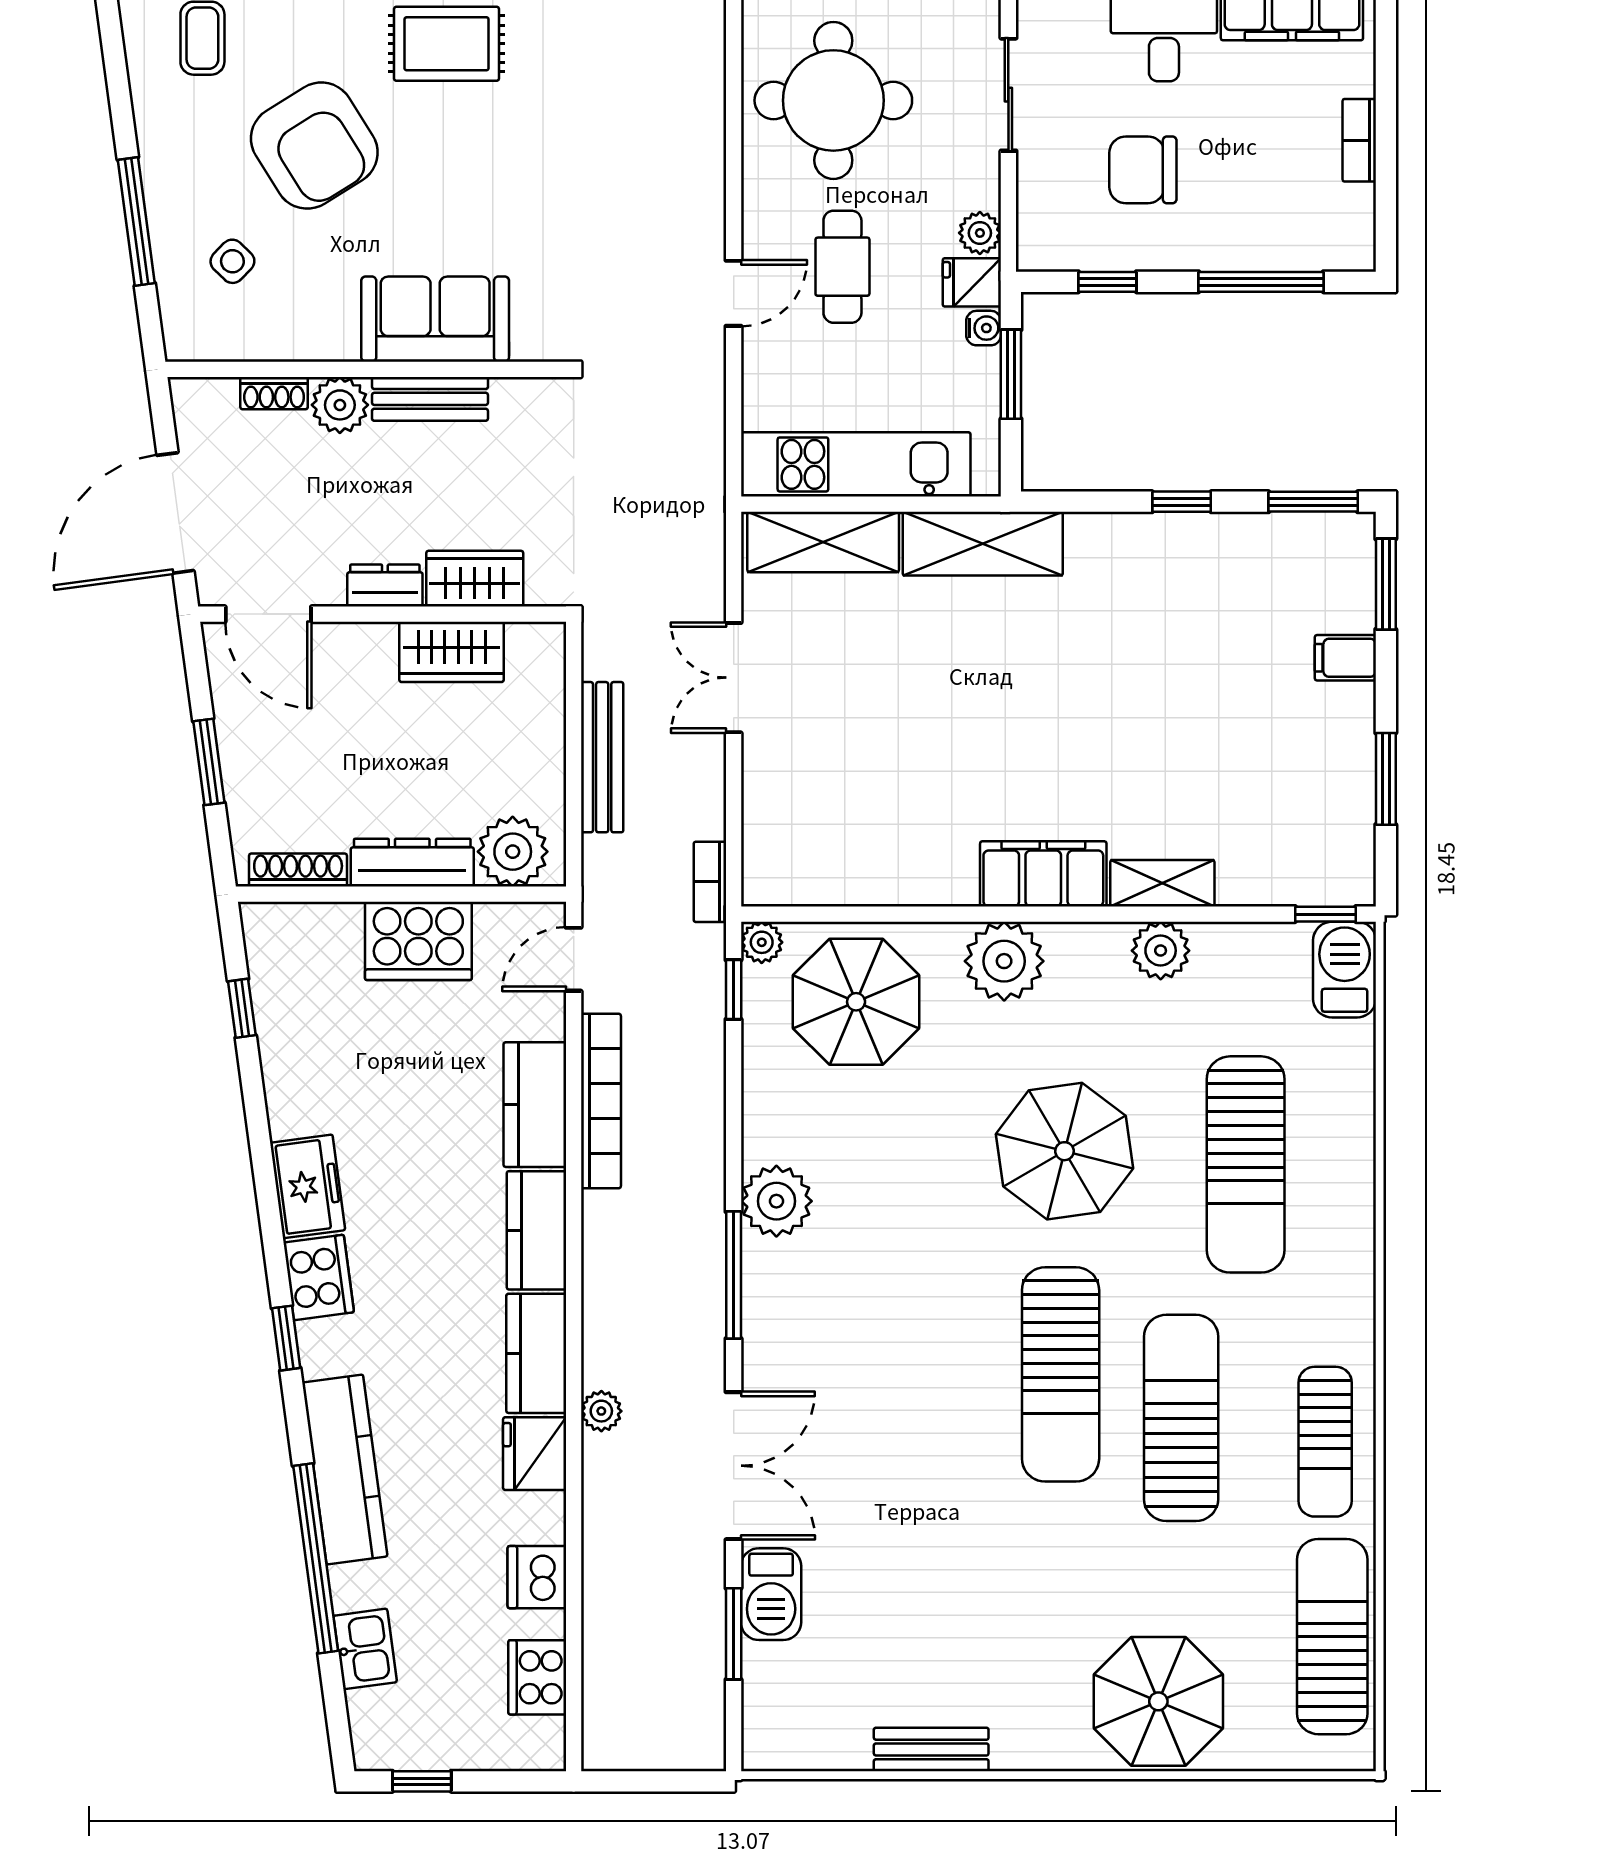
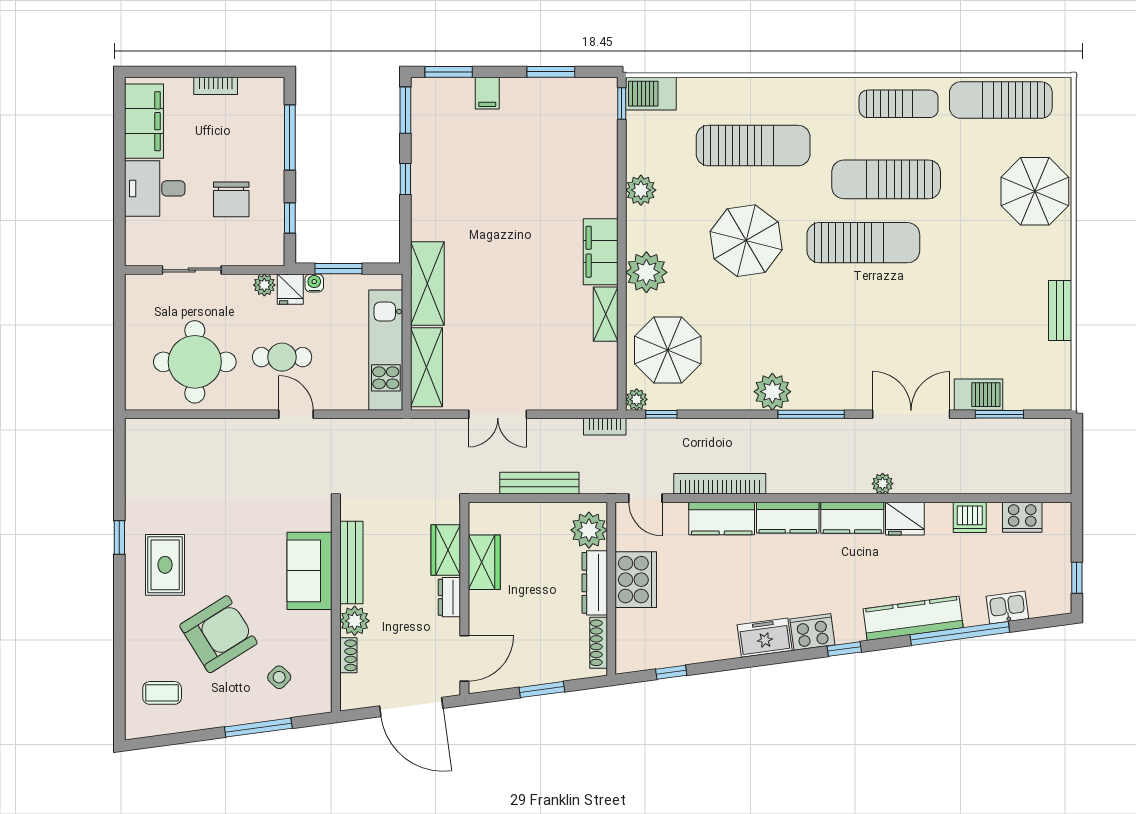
bench: (430, 399) -> (351, 563), width x1.36
shelving: (1162, 883) -> (606, 314), moved

